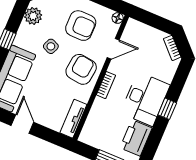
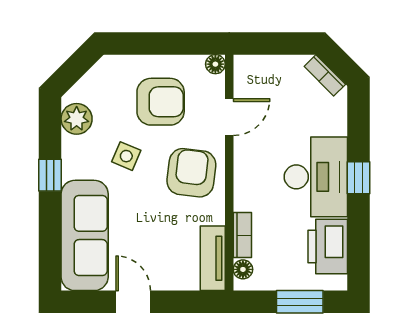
bookcase: (106, 85) -> (242, 235), moved
floor lamp: (87, 131) -> (243, 269), added

